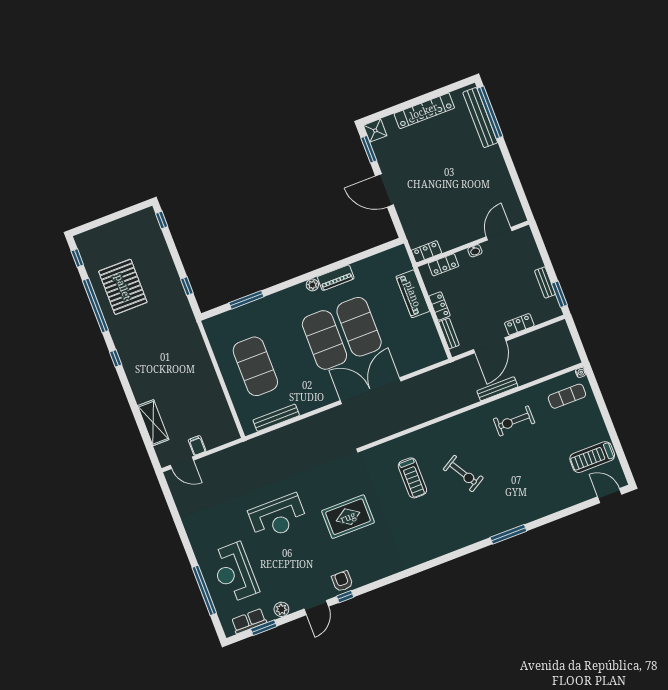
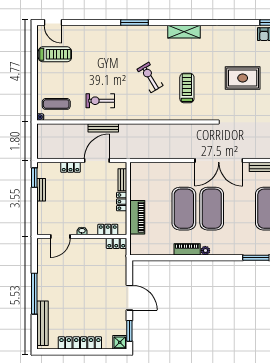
window: (490, 112) -> (34, 294), moved
double door: (371, 391) -> (219, 161), moved
exercise bike: (514, 421) -> (100, 101), turned 180
shelving: (443, 546) -> (184, 32), added

